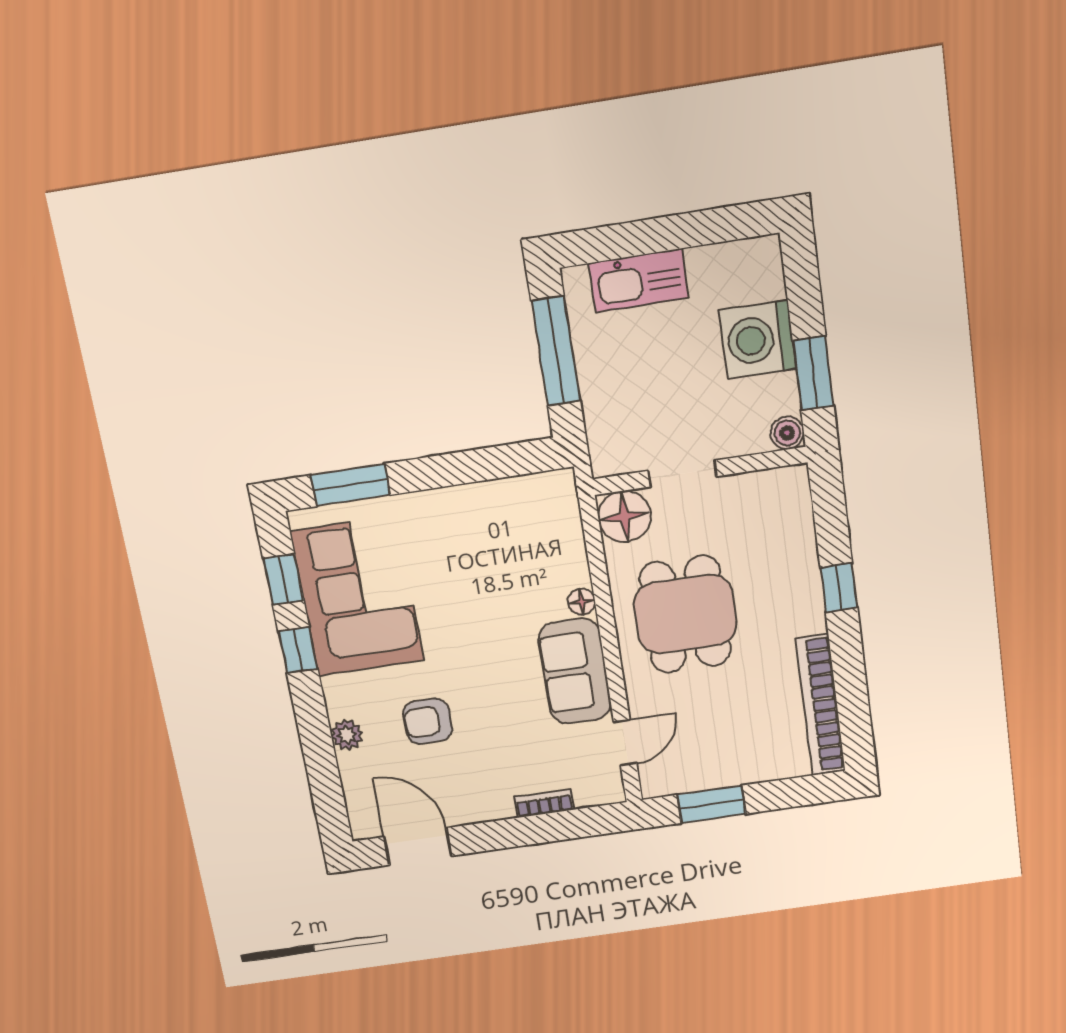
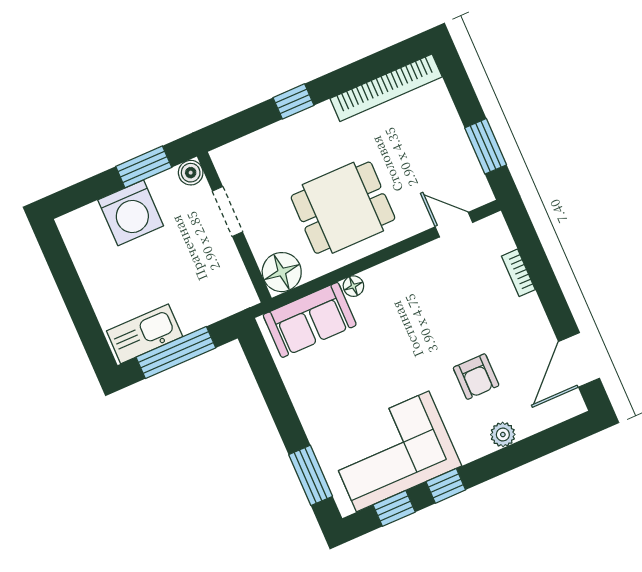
kitchen sink: (639, 281) -> (145, 334), moved, turned -90
doorway: (683, 474) -> (228, 212), moved
sofa: (575, 671) -> (310, 320), moved

